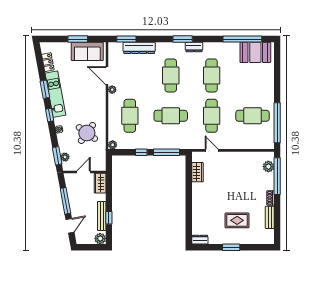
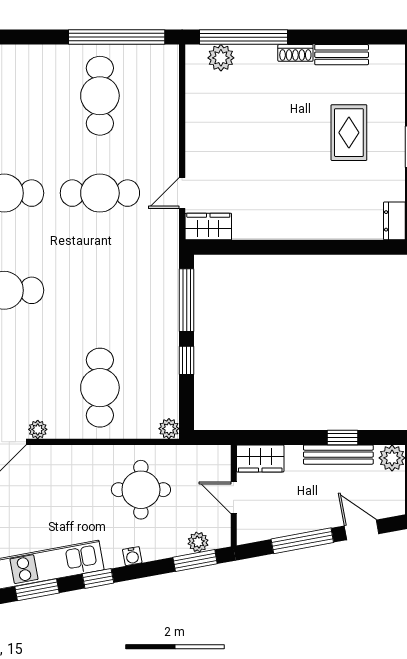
cafe table: (130, 116) -> (100, 388), turned 90
cafe table: (171, 116) -> (100, 290), removed
round table: (87, 133) -> (141, 490), turned -36
wardrobe: (198, 172) -> (208, 227), moved

